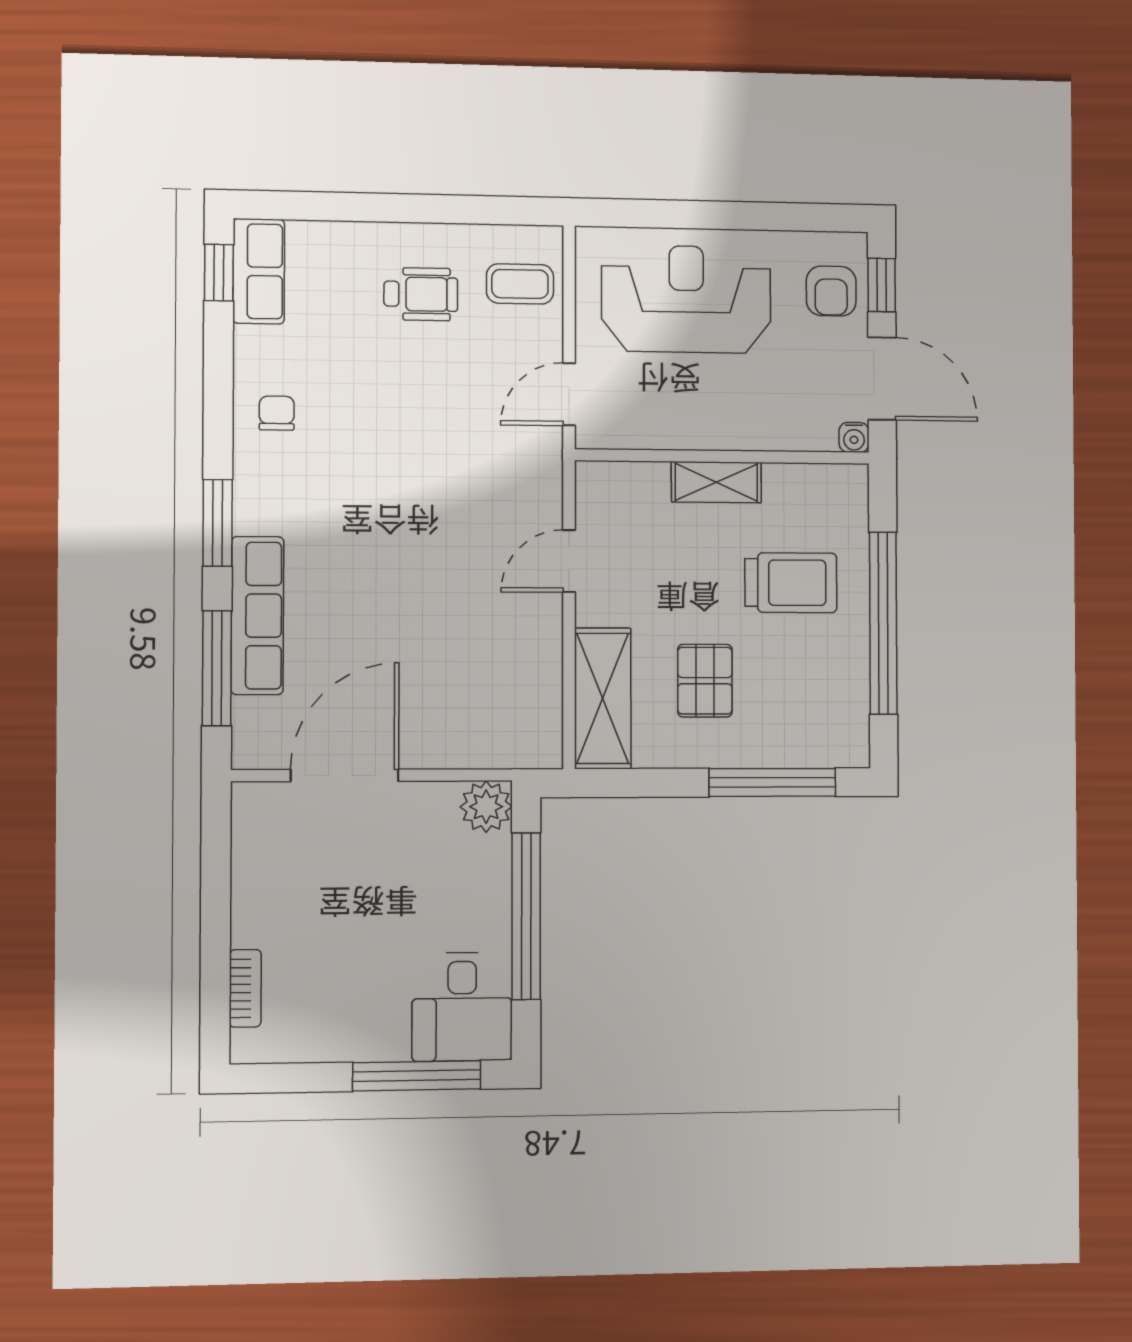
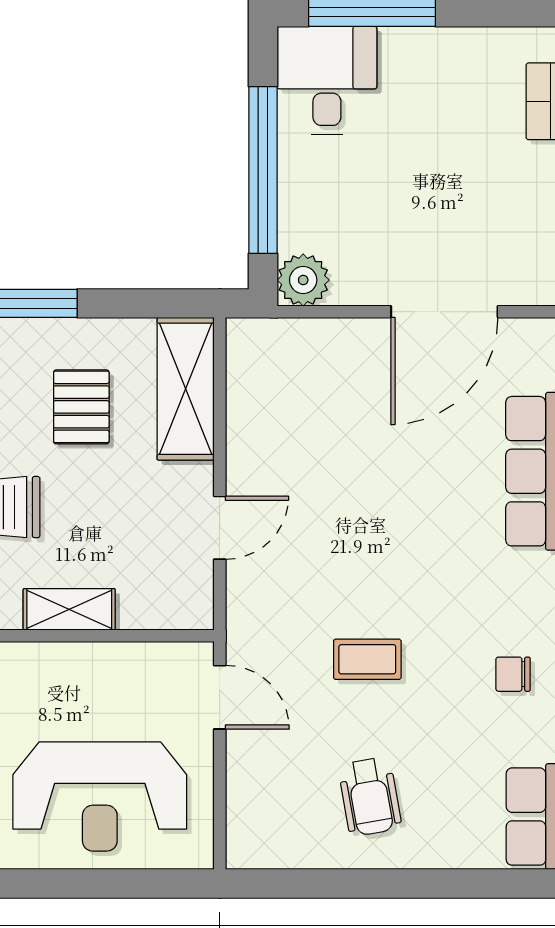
coffee table: (520, 284) -> (367, 659), moved
wheelchair: (421, 294) -> (370, 797), turned -100
door: (569, 394) -> (220, 697), hinge flipped
chair: (277, 413) -> (513, 674), turned 90

